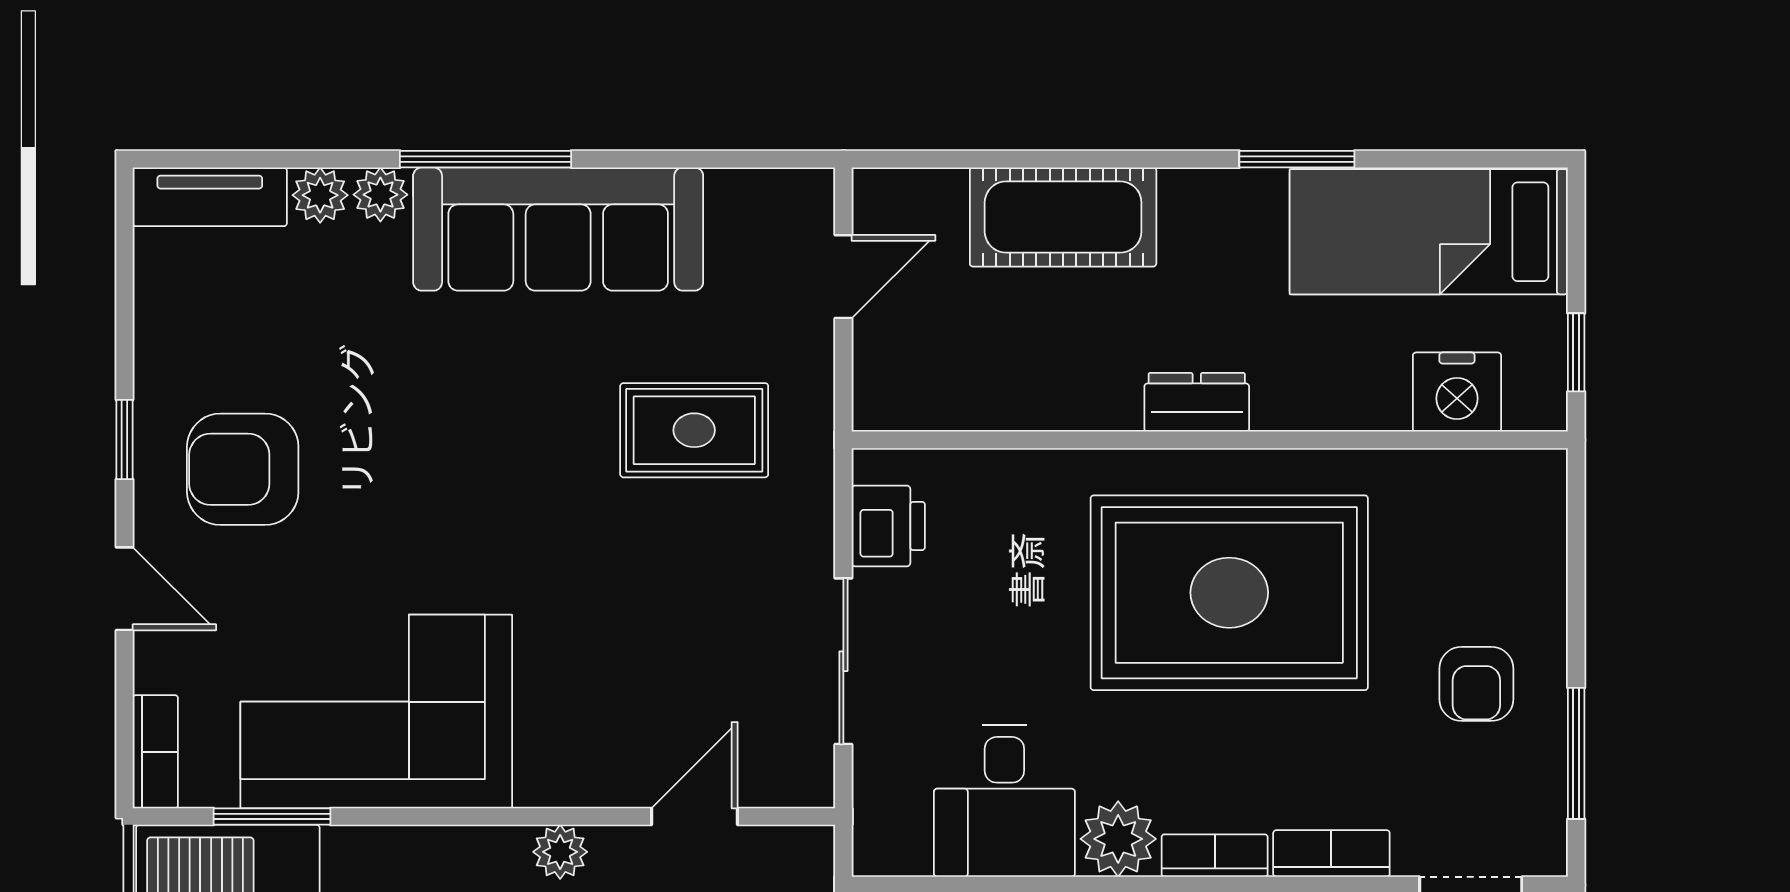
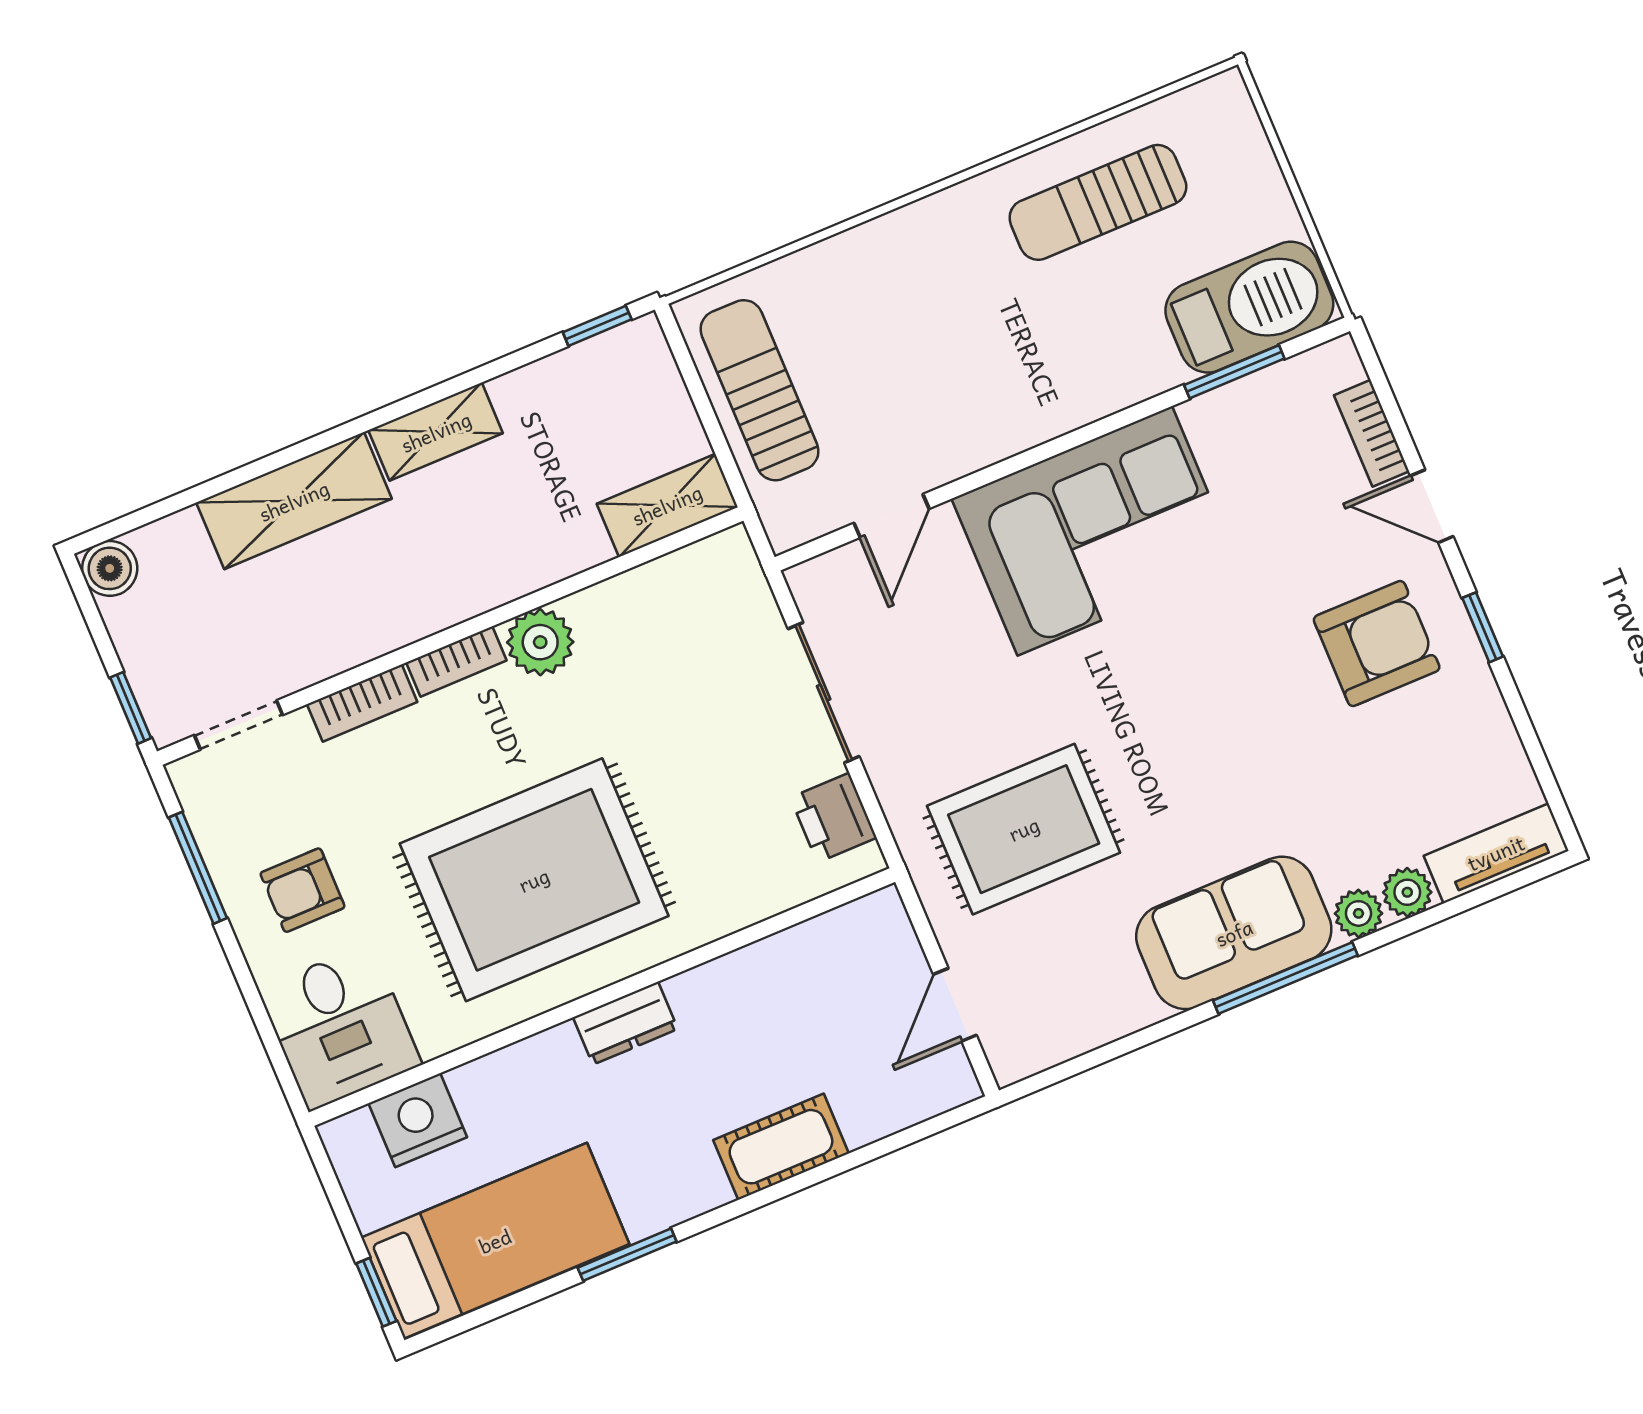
cot: (1063, 217) -> (781, 1147), width x0.73, depth x0.75
sofa: (558, 229) -> (1234, 933), width x0.73
window: (1576, 352) -> (376, 1292), moved
rug: (694, 430) -> (1024, 829), width x1.36, depth x1.43
armchair: (1476, 684) -> (303, 890), turned -90
corner sofa: (376, 711) -> (1095, 531), moved
bookcase: (155, 752) -> (1372, 433), moved
desk: (1004, 801) -> (340, 1027), moved, turned 180
plant: (560, 852) -> (989, 441), removed

